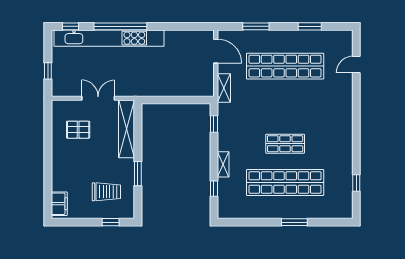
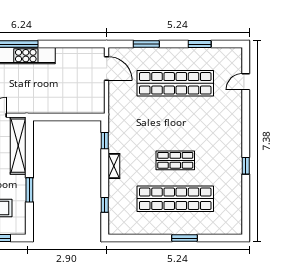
shelving: (224, 88) -> (115, 105), removed
shelving: (223, 164) -> (114, 166), moved
window: (356, 183) -> (246, 166), moved

